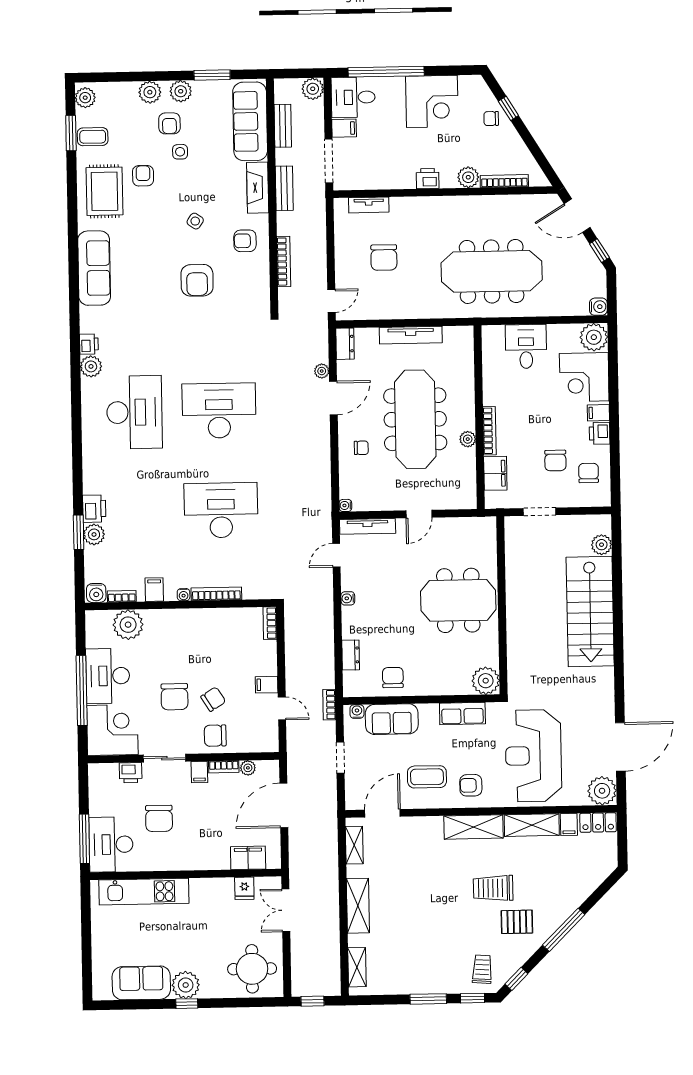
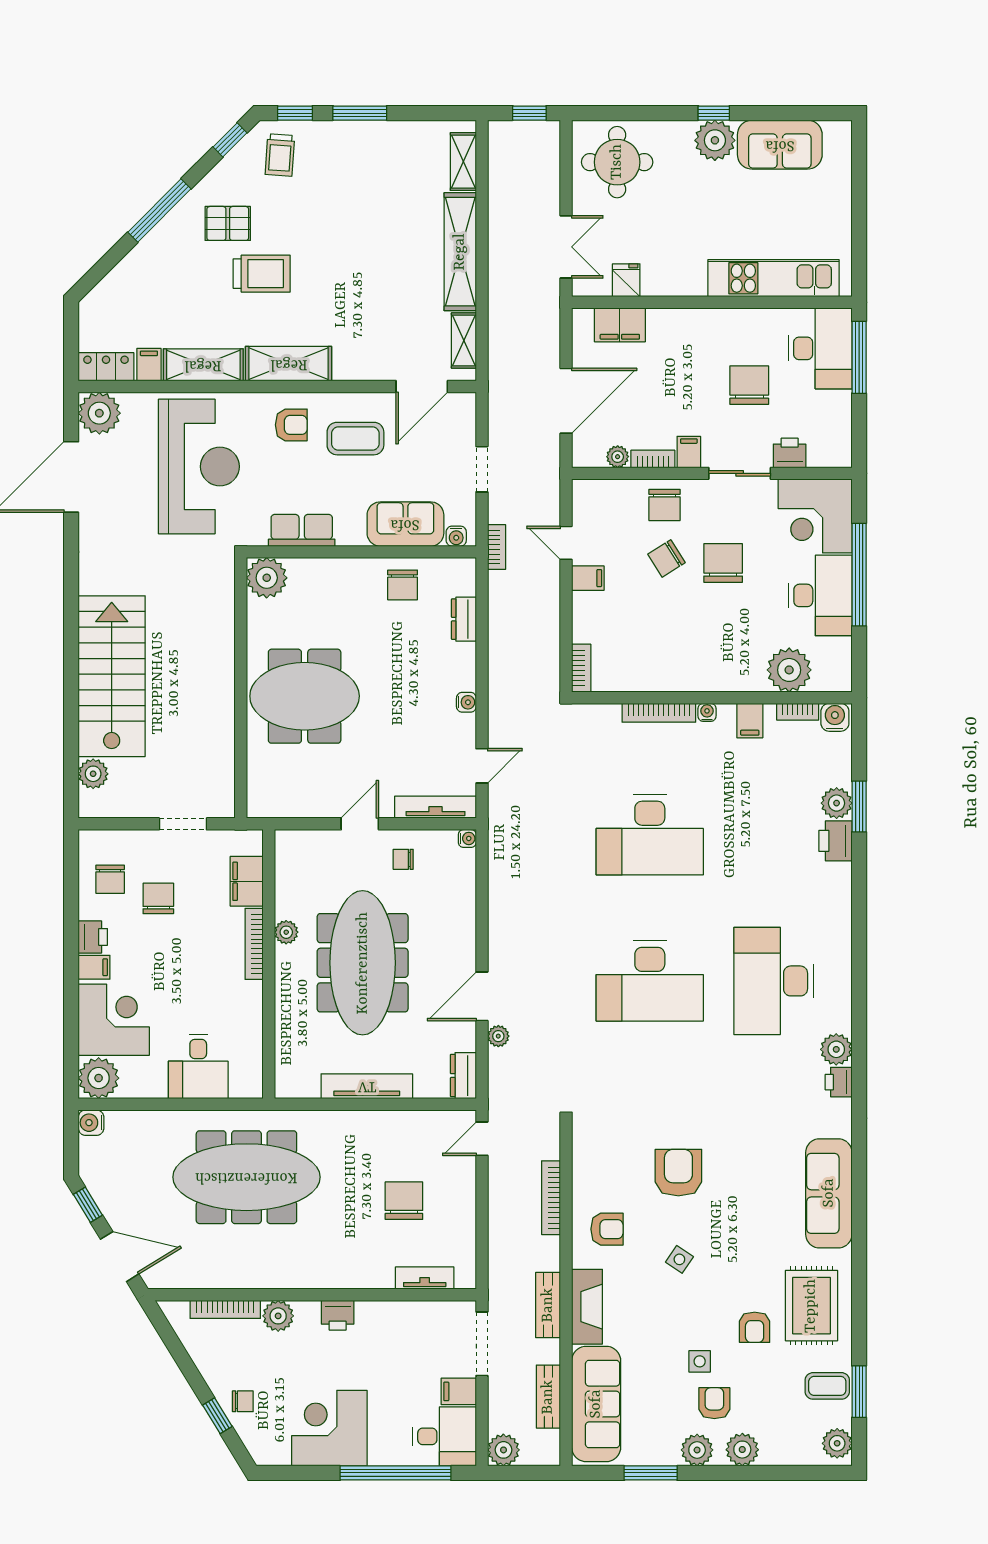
chair: (361, 448) -> (403, 859), moved
chair: (215, 736) -> (665, 505), turned 90
shelving: (358, 906) -> (460, 252), width x1.47

